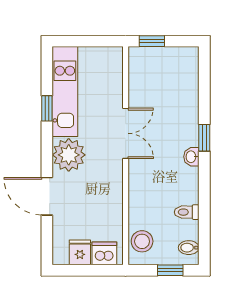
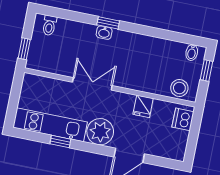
washbasin: (191, 157) -> (104, 33), moved
toilet: (187, 212) -> (49, 25), moved
fridge: (80, 252) -> (143, 106), moved, turned -90

